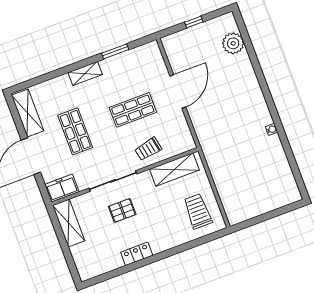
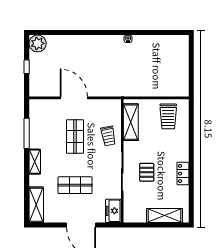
plant: (233, 43) -> (38, 43), moved
window: (115, 51) -> (27, 133), width x1.44
shelving: (28, 113) -> (36, 205), moved, turned 90
trolley: (198, 211) -> (168, 116), turned -90
shelving: (69, 223) -> (165, 215), moved

